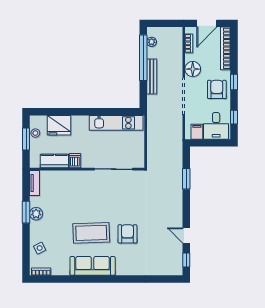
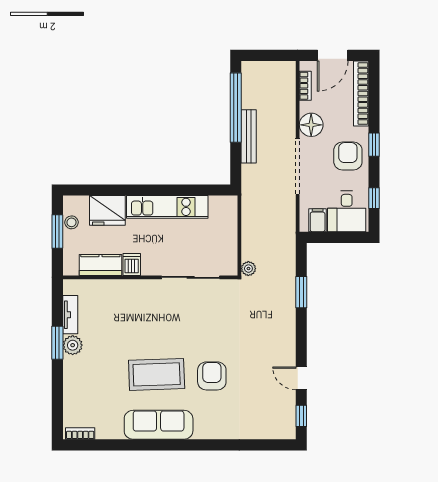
plant: (152, 42) -> (248, 269), moved
kitchen unit: (116, 123) -> (167, 207), moved
tv unit: (34, 183) -> (70, 315), moved
side table: (40, 248) -> (78, 398), removed

